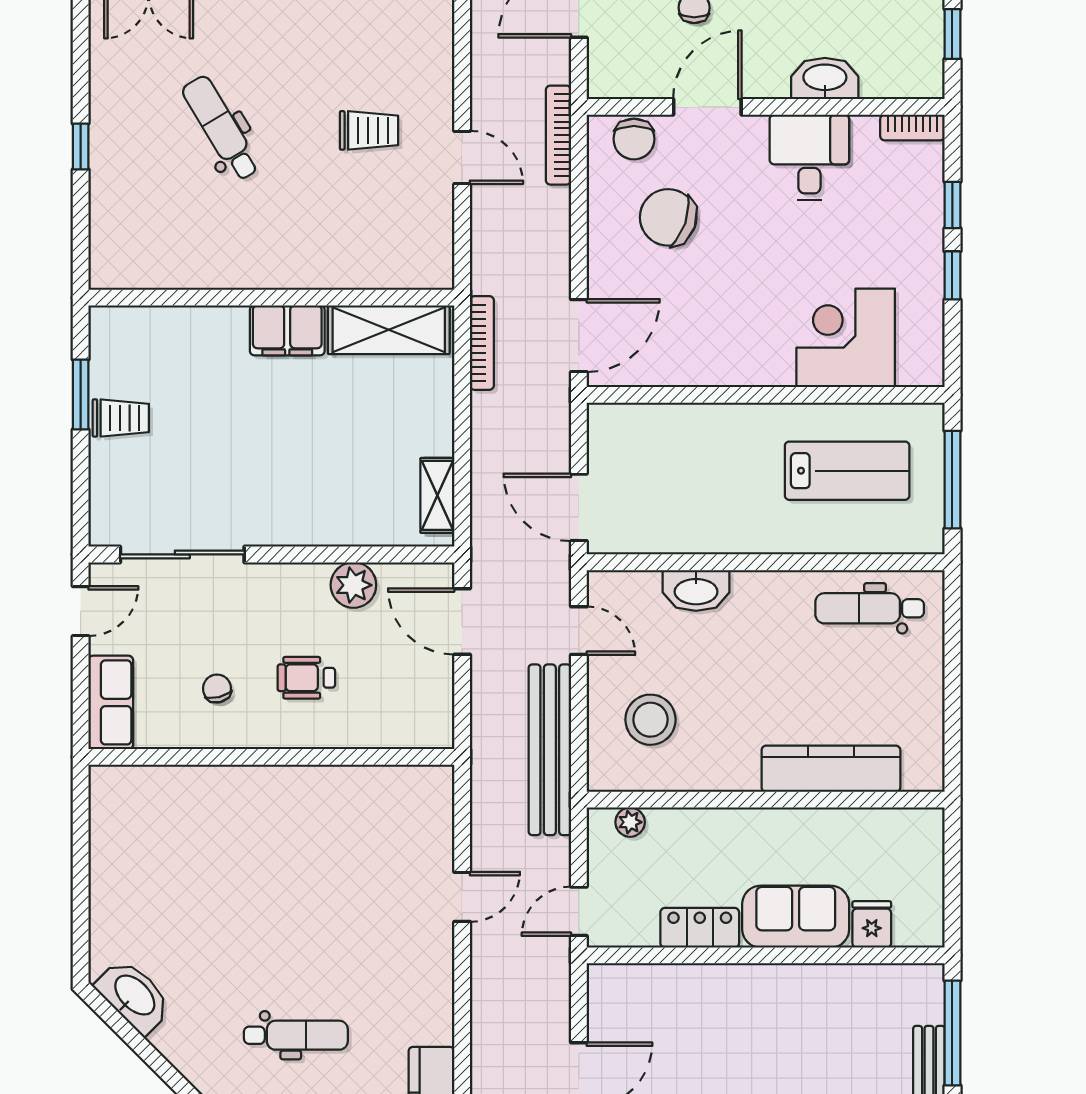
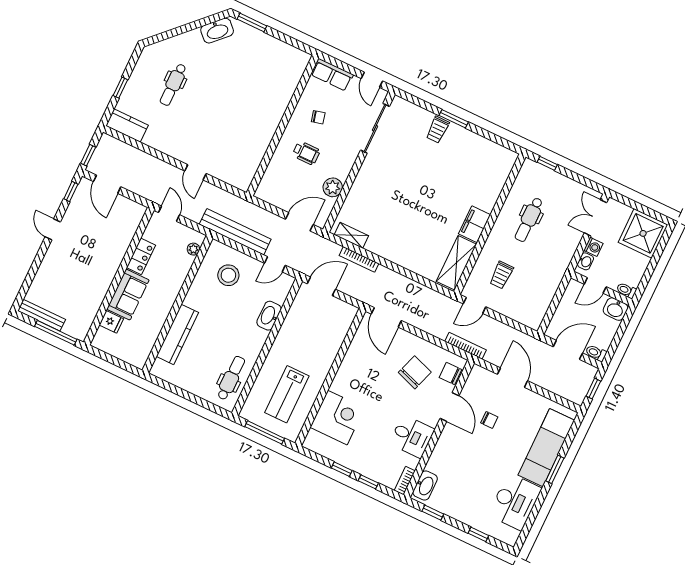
washbasin: (825, 79) -> (425, 485), moved
dental chair: (221, 128) -> (529, 220), turned 121
wall: (271, 298) -> (490, 224), moved
filing cabinet: (287, 330) -> (474, 224), moved
shelving: (389, 330) -> (456, 263), moved
bookcase: (482, 343) -> (359, 259), moved
wheelchair: (306, 678) -> (306, 153), turned 90
window: (81, 929) -> (252, 23), added

